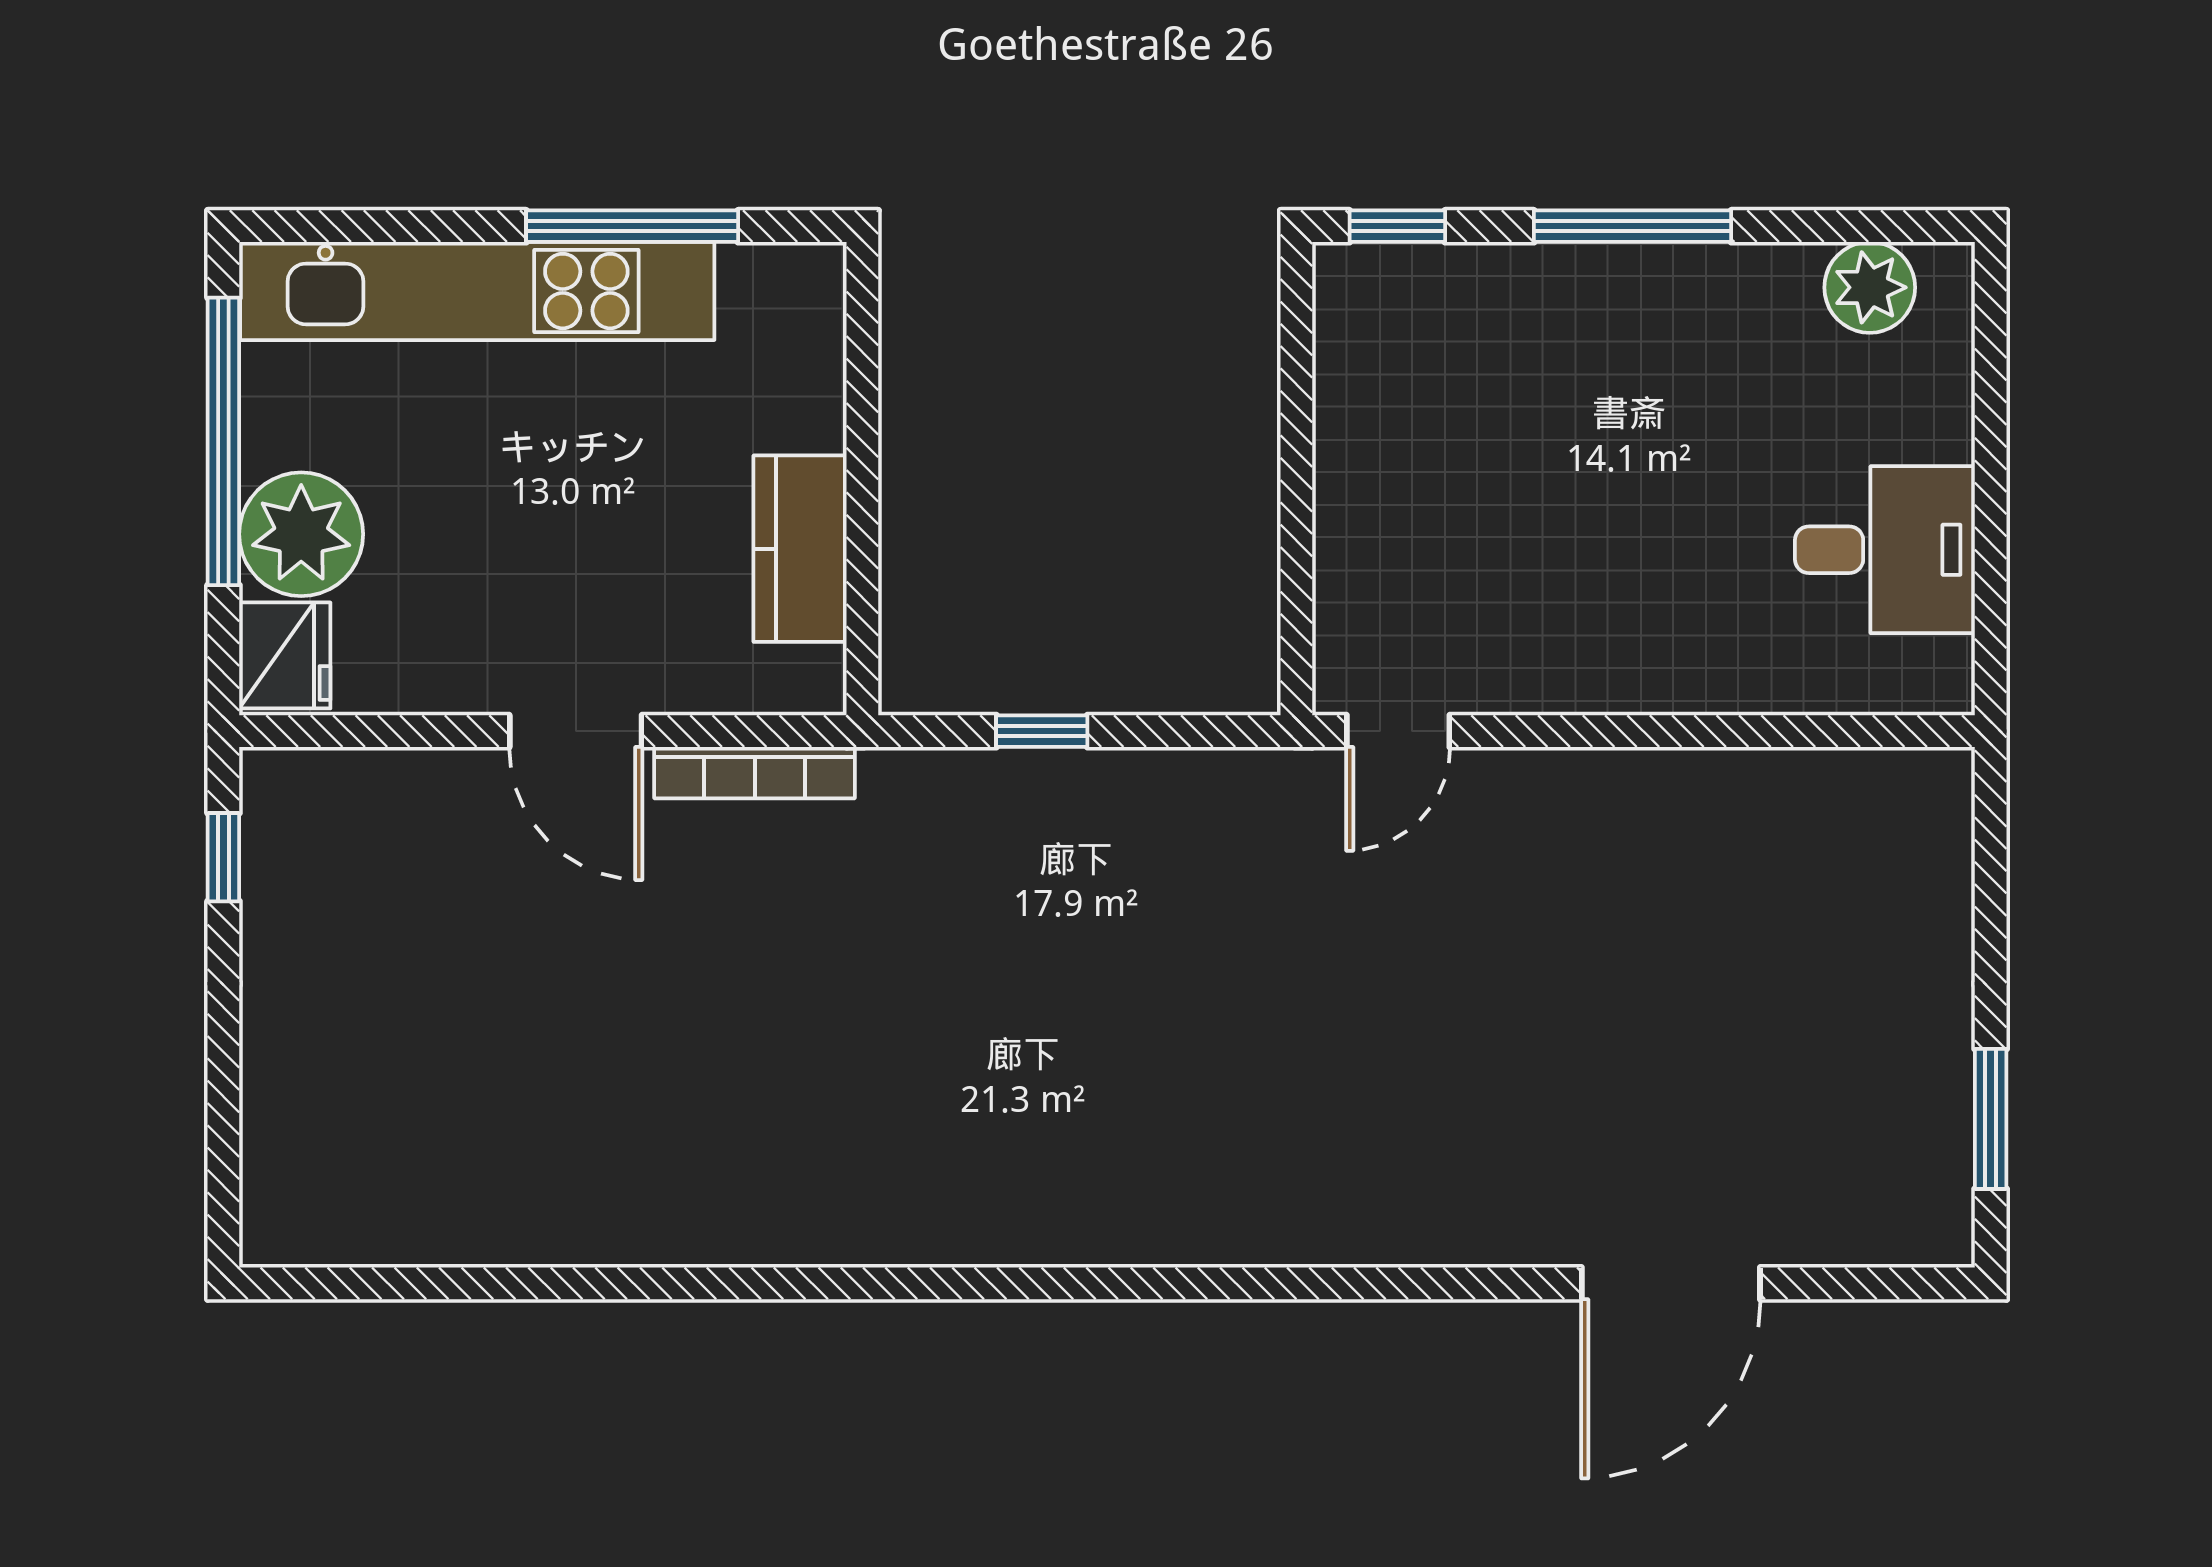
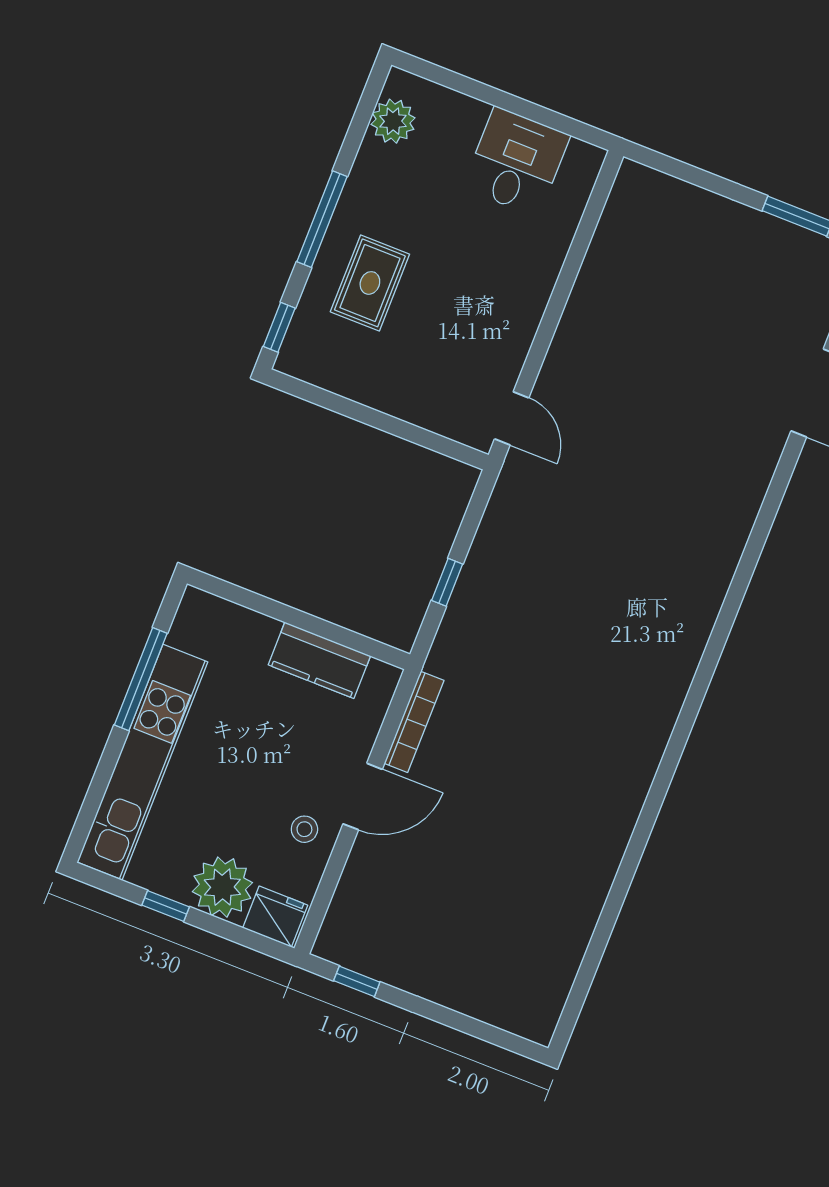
rug: (1548, 364) -> (370, 283), added
window: (223, 441) -> (166, 906), width x0.32
stool: (471, 646) -> (304, 829), added

